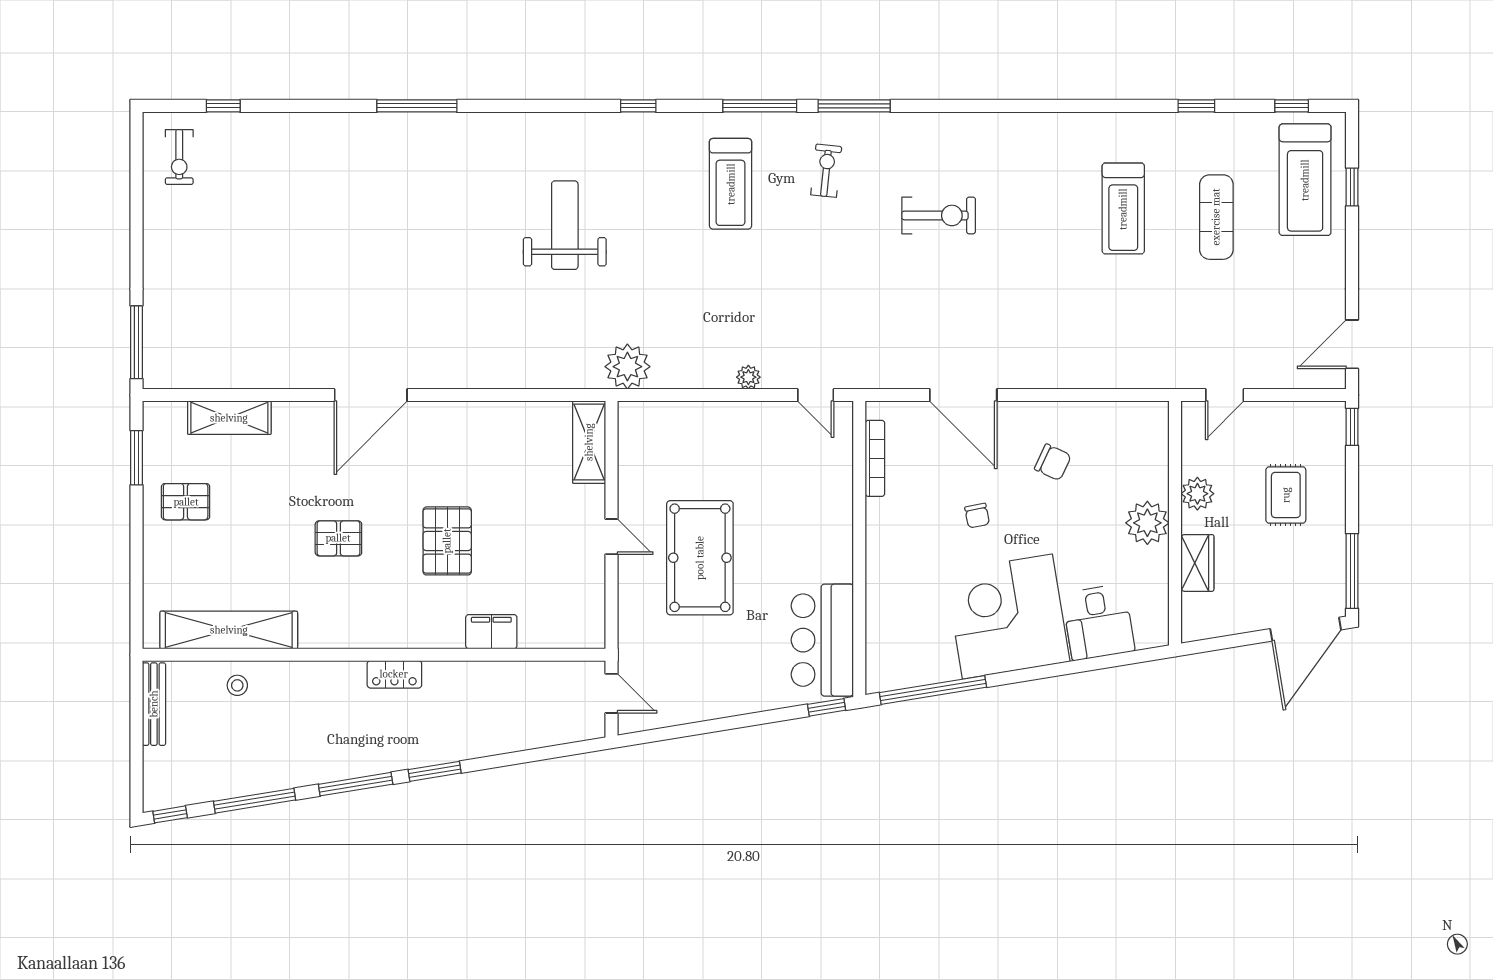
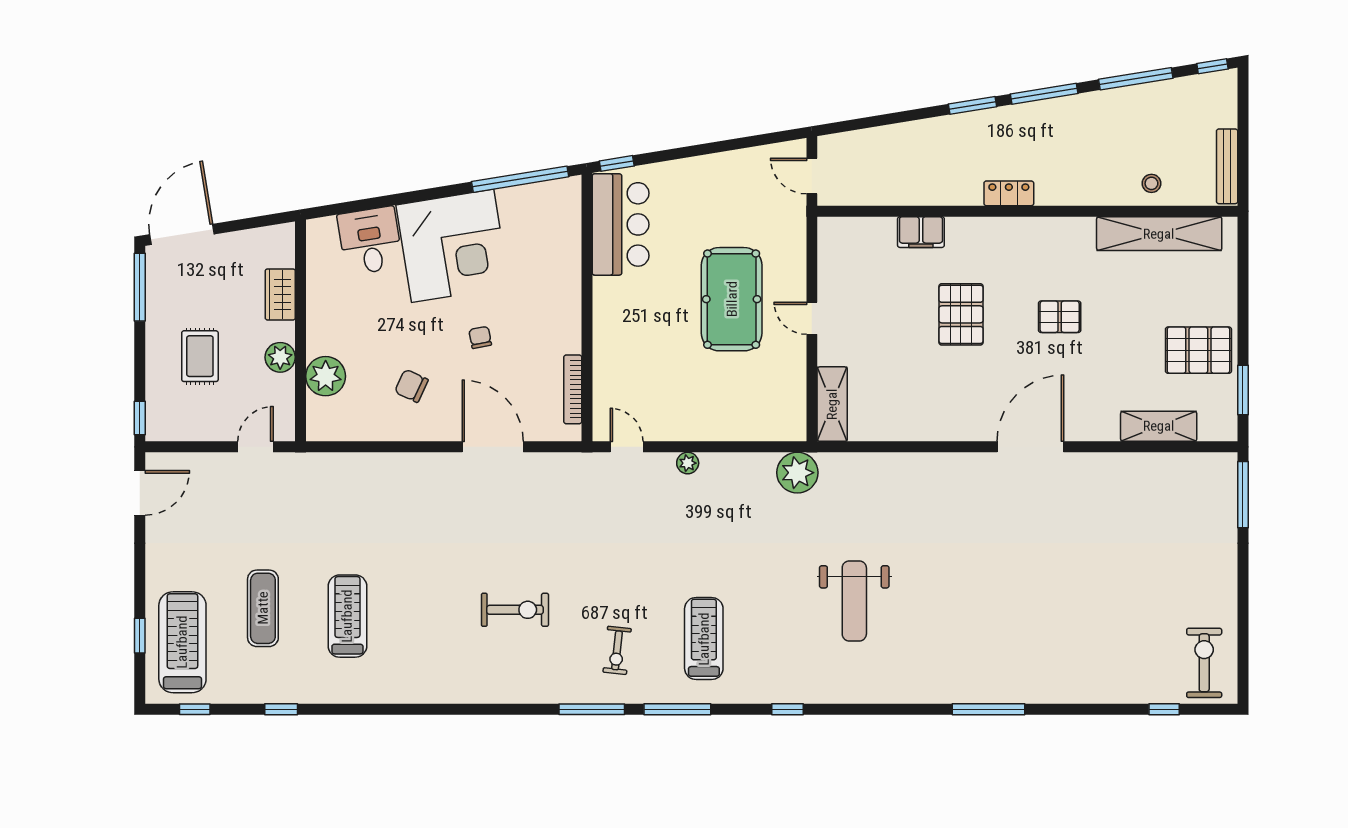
exercise bike: (179, 157) -> (1204, 663), width x1.38, depth x1.39
exercise bike: (939, 215) -> (515, 610), turned 180
pallet: (186, 502) -> (1198, 350), width x1.50, depth x1.42
plant: (1147, 523) -> (326, 376), moved

